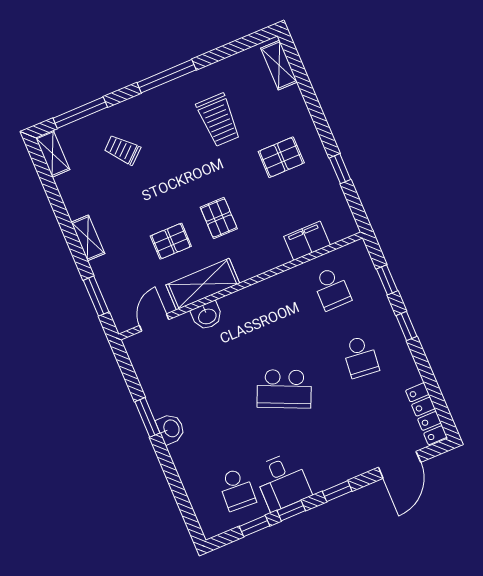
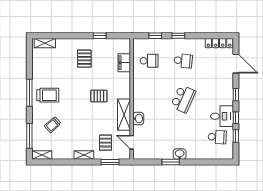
trolley: (218, 120) -> (48, 95), moved
pallet: (171, 241) -> (106, 143), moved

